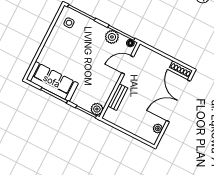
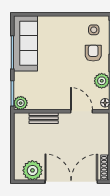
armchair: (87, 33) -> (93, 53), added
plant: (158, 129) -> (32, 170), width x1.88, depth x1.88

